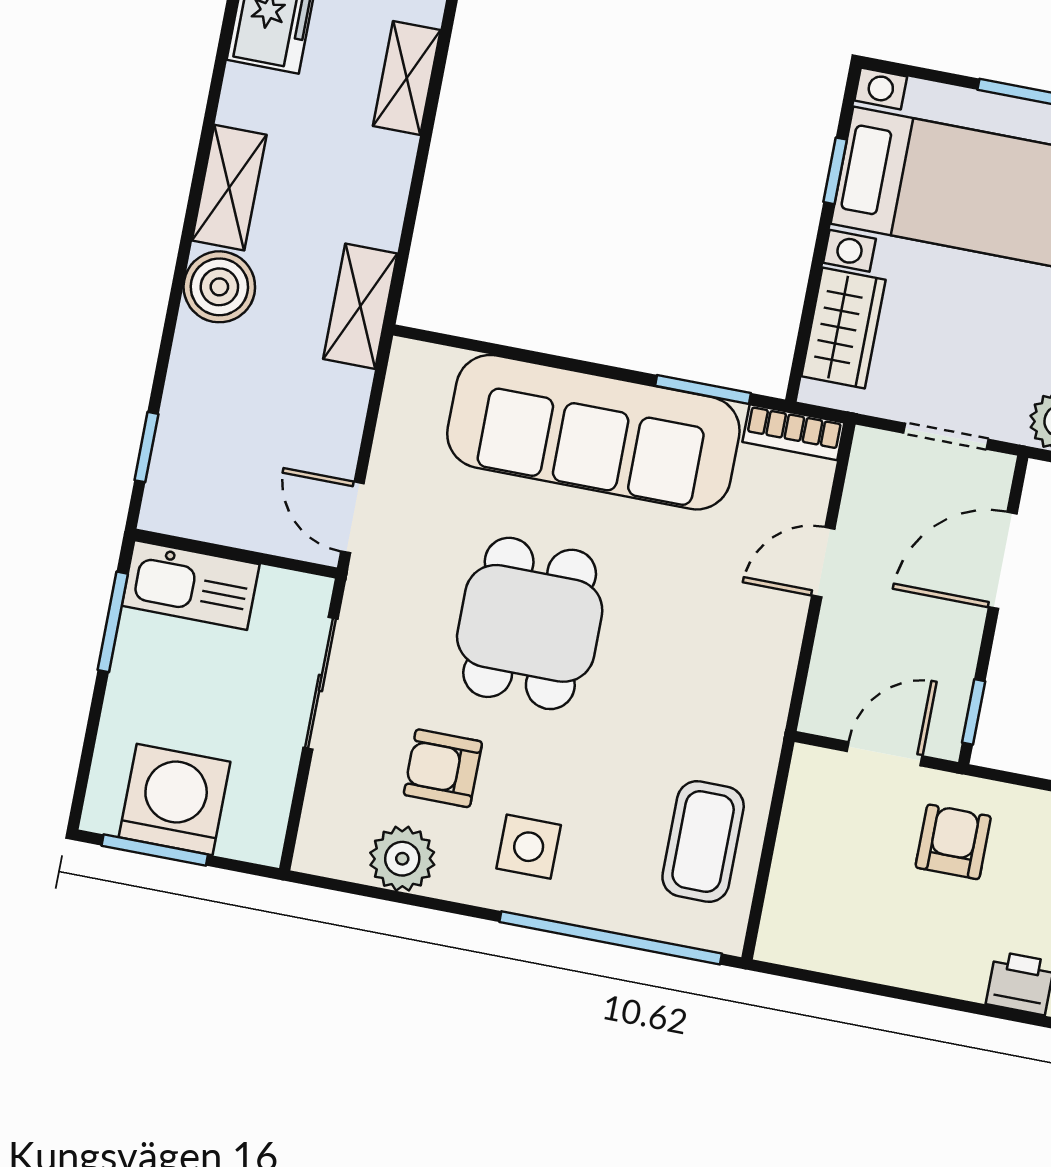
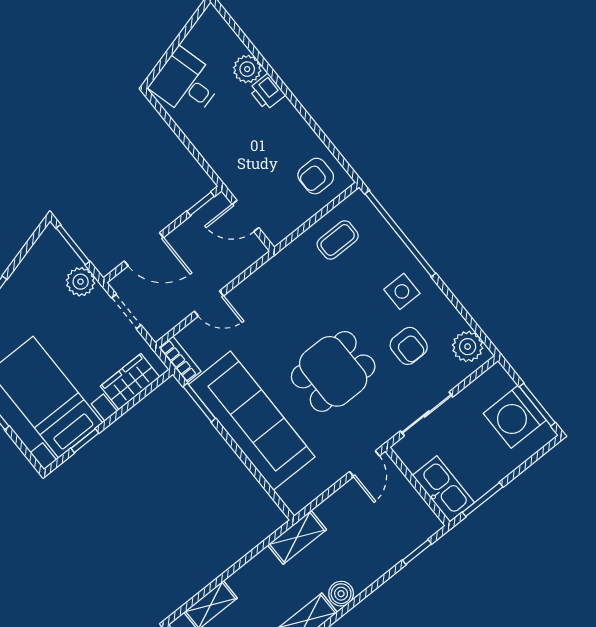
boiler: (219, 287) -> (341, 594), width x0.73, depth x0.73
coffee table: (703, 841) -> (338, 240), width x0.73, depth x0.77
armchair: (953, 842) -> (316, 176), moved
plant: (402, 859) -> (468, 347), moved

